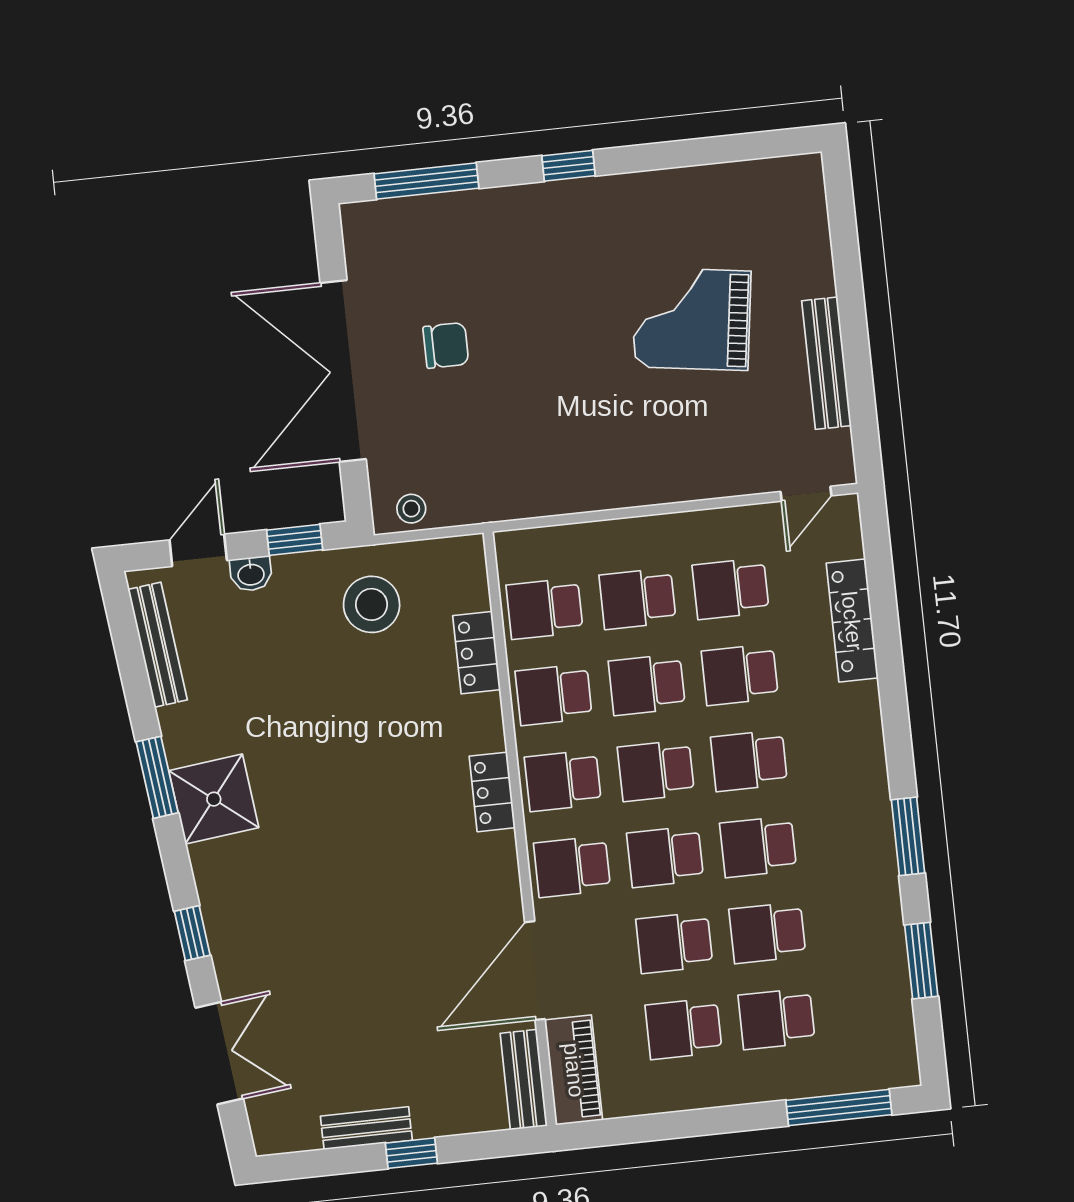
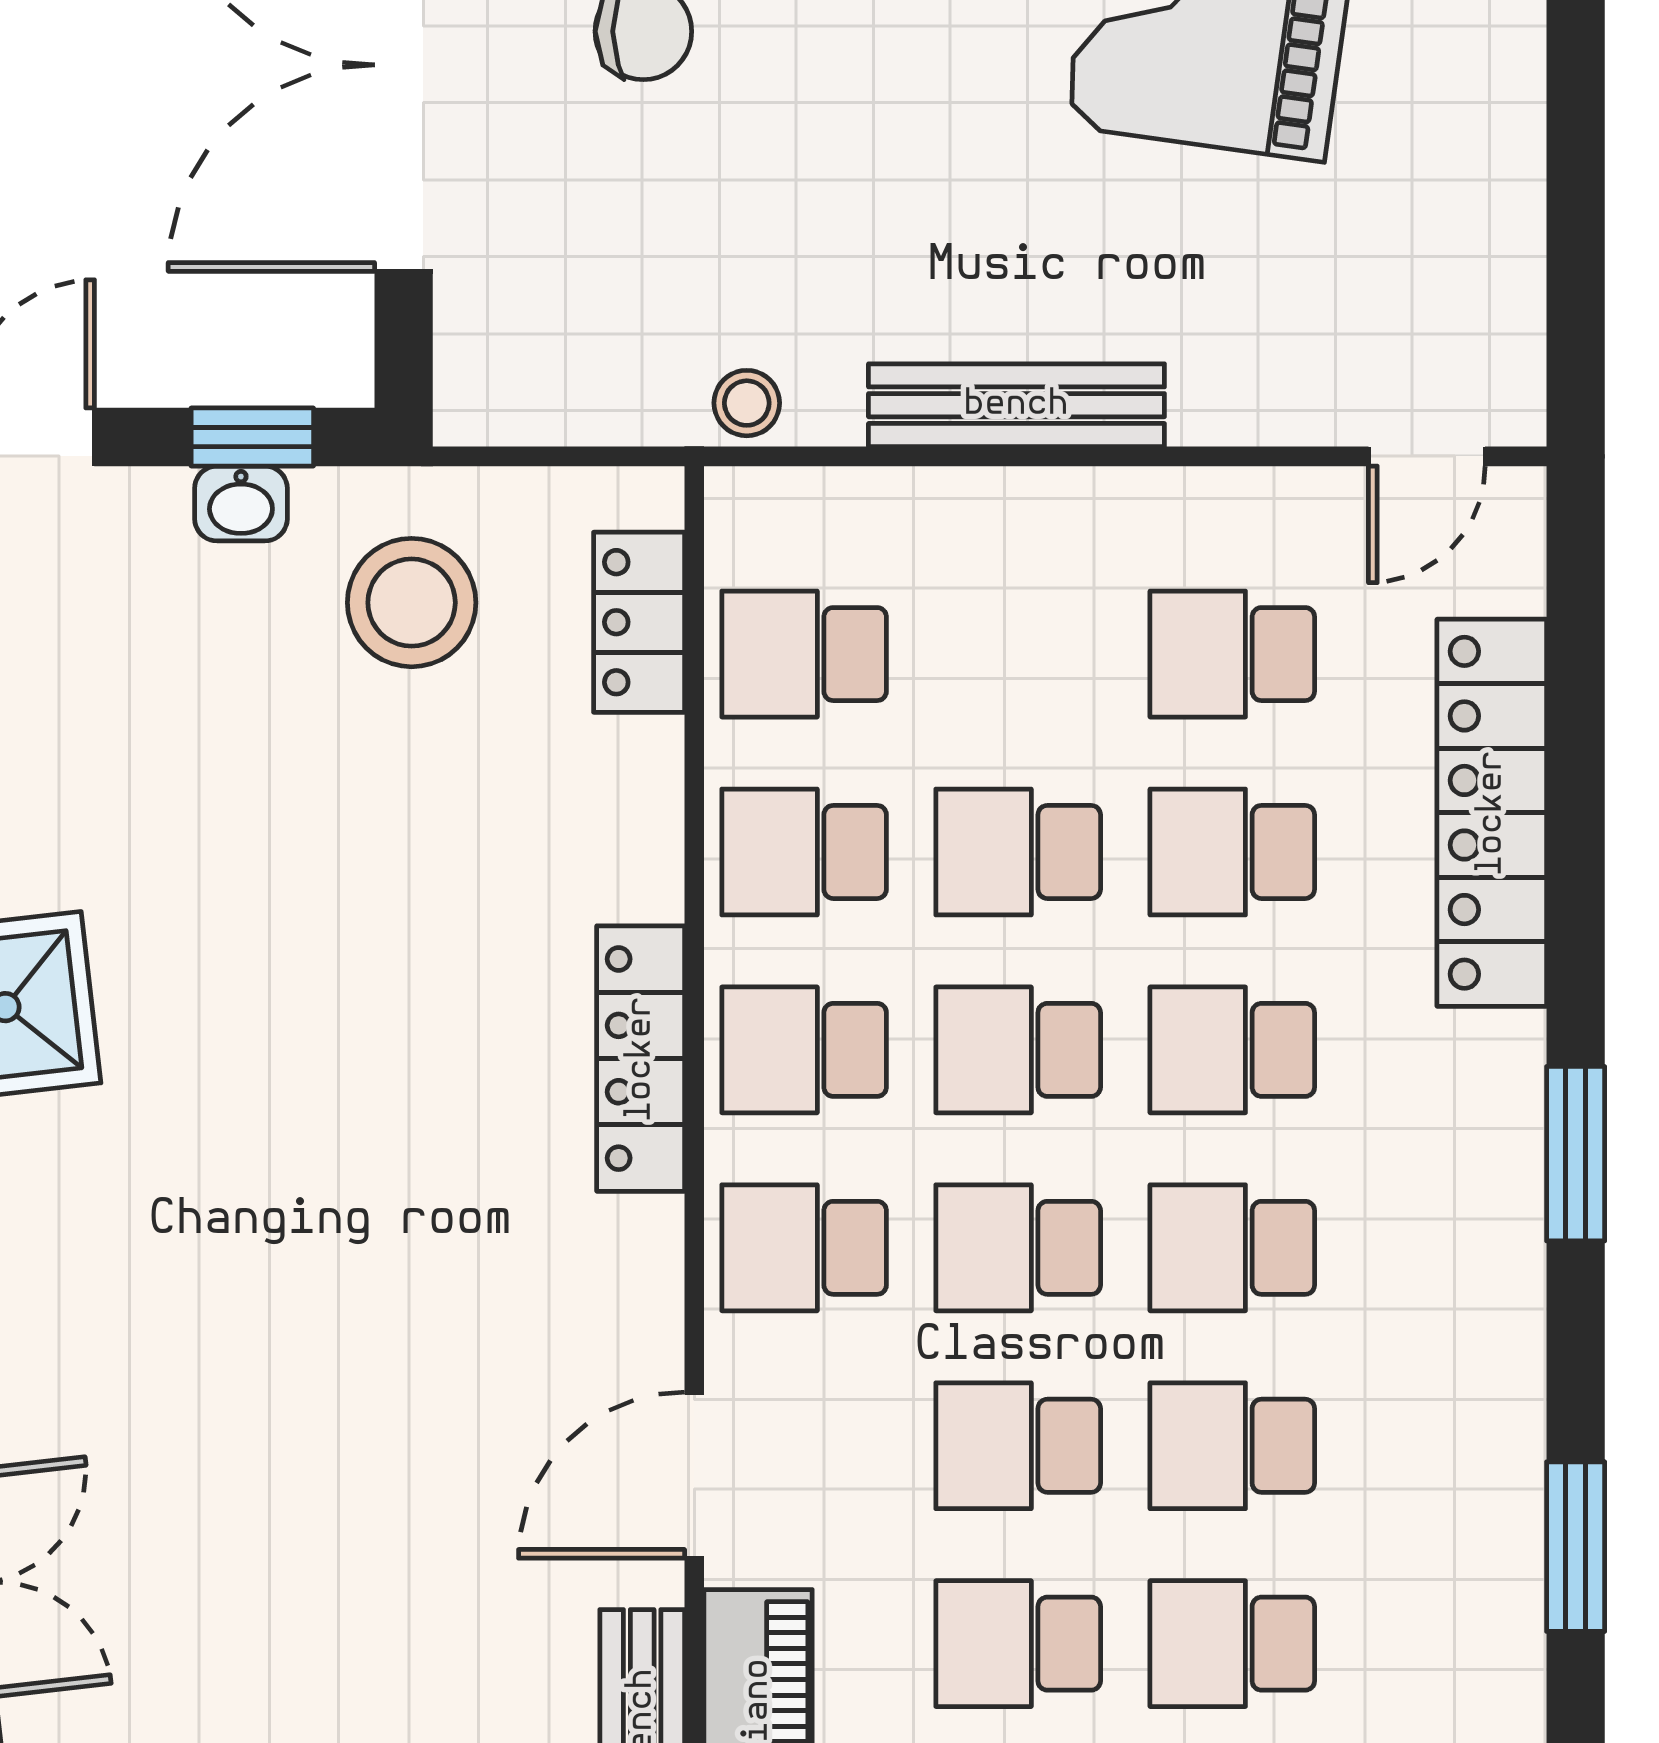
bench: (826, 363) -> (1016, 405), moved, turned 90
stool: (411, 509) -> (747, 403), moved
washbasin: (251, 574) -> (241, 504), moved
school desk: (638, 599) -> (1018, 654), removed
locker: (852, 621) -> (1492, 813), width x1.41, depth x1.21
locker: (477, 653) -> (639, 622), moved
locker: (492, 792) -> (641, 1059), width x1.53
window: (908, 836) -> (1576, 1154), moved
door: (535, 971) -> (694, 1475), width x0.73

